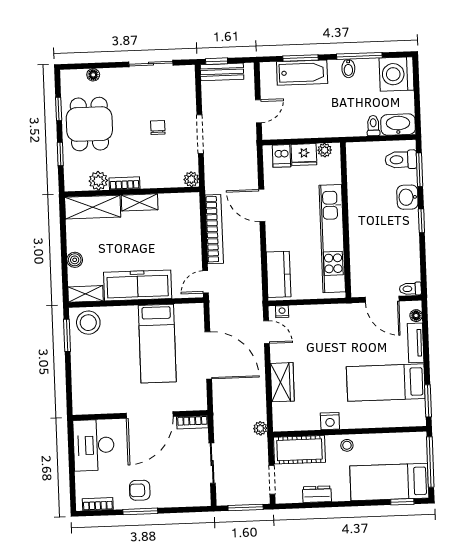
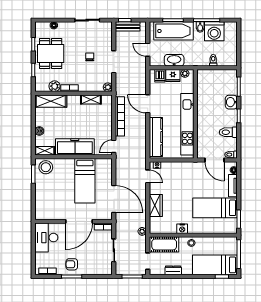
bathtub: (302, 73) -> (174, 31), width x1.36, depth x1.36
washing machine: (397, 74) -> (214, 31), moved, turned -90
door: (258, 111) -> (148, 50), swing flipped
washbasin: (398, 125) -> (174, 60), moved
toilet: (401, 160) -> (228, 132), moved
shelving: (140, 202) -> (91, 99), moved
kitchen counter: (279, 274) -> (156, 137), width x1.50
door: (208, 355) -> (114, 199), moved

